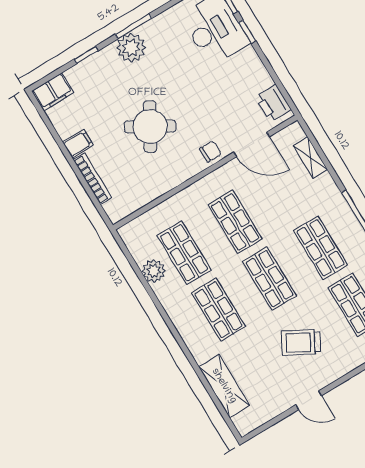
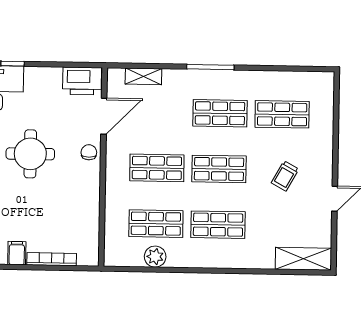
printer: (273, 103) -> (82, 81), width x1.37, depth x1.19
round table: (150, 126) -> (30, 154), moved, turned -30
trolley: (301, 342) -> (285, 176), width x0.73, depth x0.72
shelving: (224, 386) -> (303, 259), moved

